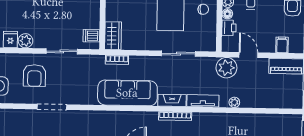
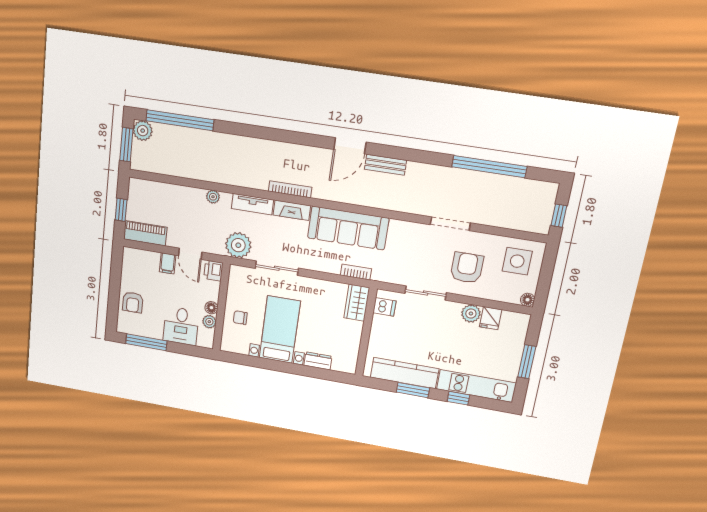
printer: (229, 28) -> (213, 271), moved
filing cabinet: (282, 45) -> (168, 263), moved
plant: (226, 68) -> (238, 245), moved

